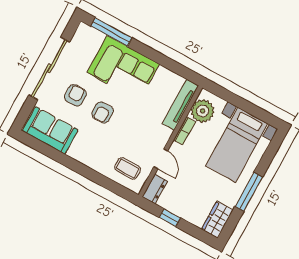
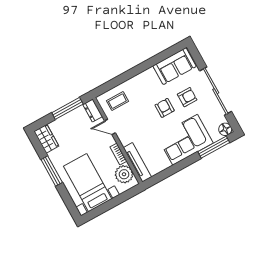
floor lamp: (84, 32) -> (225, 129), added
armchair: (75, 95) -> (187, 97), turned -90
window: (170, 218) -> (67, 108), width x2.17

